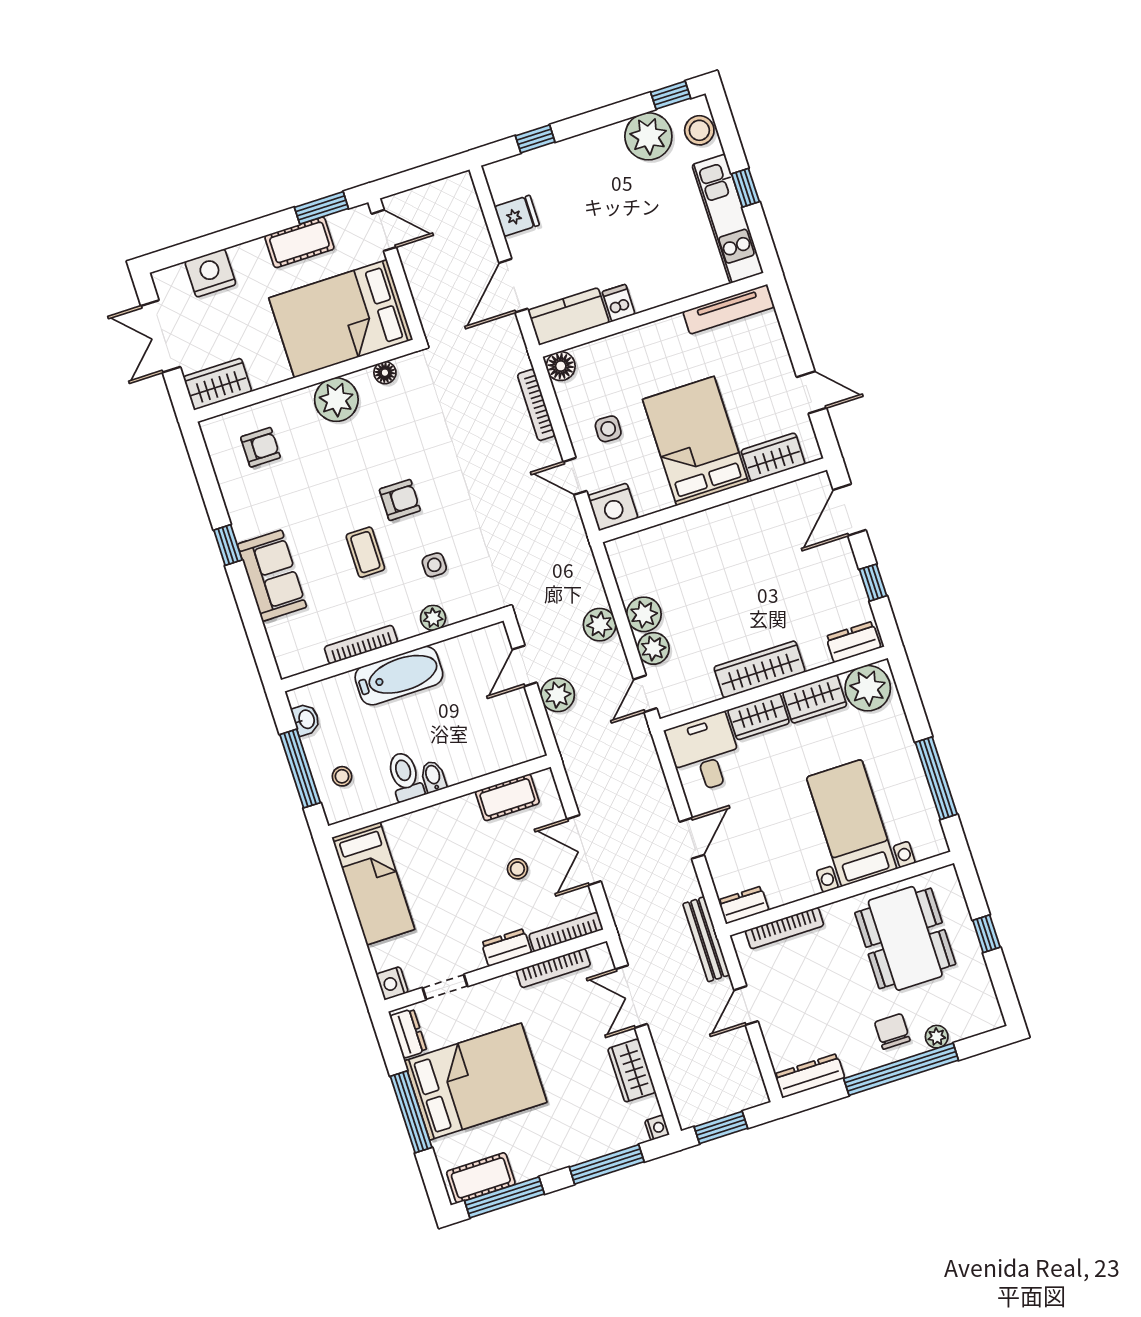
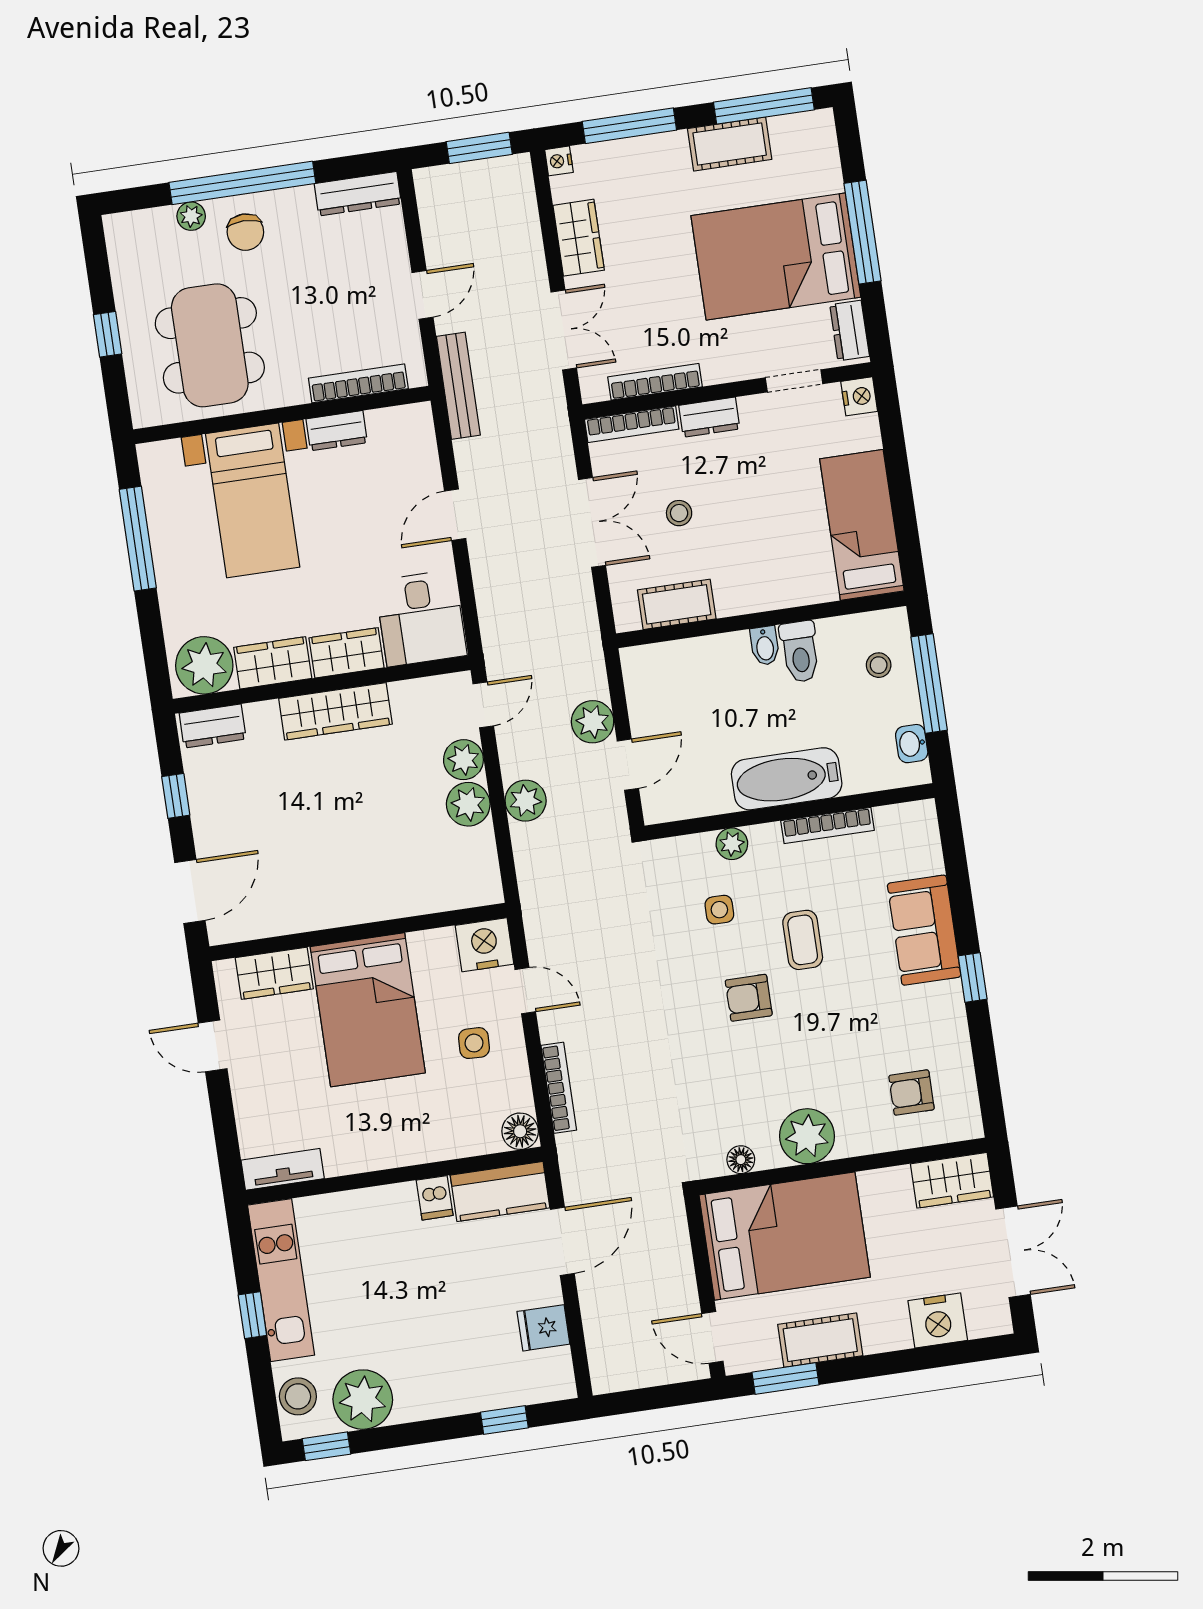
tv unit: (729, 309) -> (283, 1169), width x0.71
dresser: (744, 905) -> (337, 431), moved
cot: (481, 1178) -> (730, 144), moved

